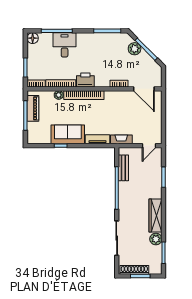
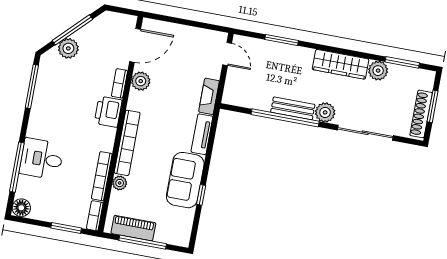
printer: (85, 80) -> (108, 112), moved
plant: (123, 96) -> (141, 81), added
bench: (123, 168) -> (293, 108), moved
plant: (125, 212) -> (325, 112), added

